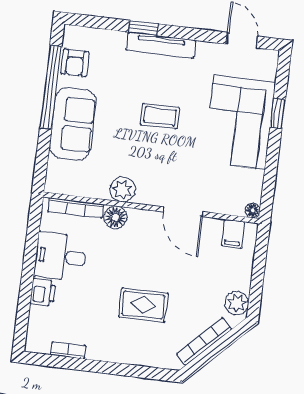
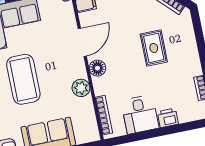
coffee table: (160, 116) -> (23, 79), width x1.86, depth x1.72
floor lamp: (116, 217) -> (97, 68), moved

